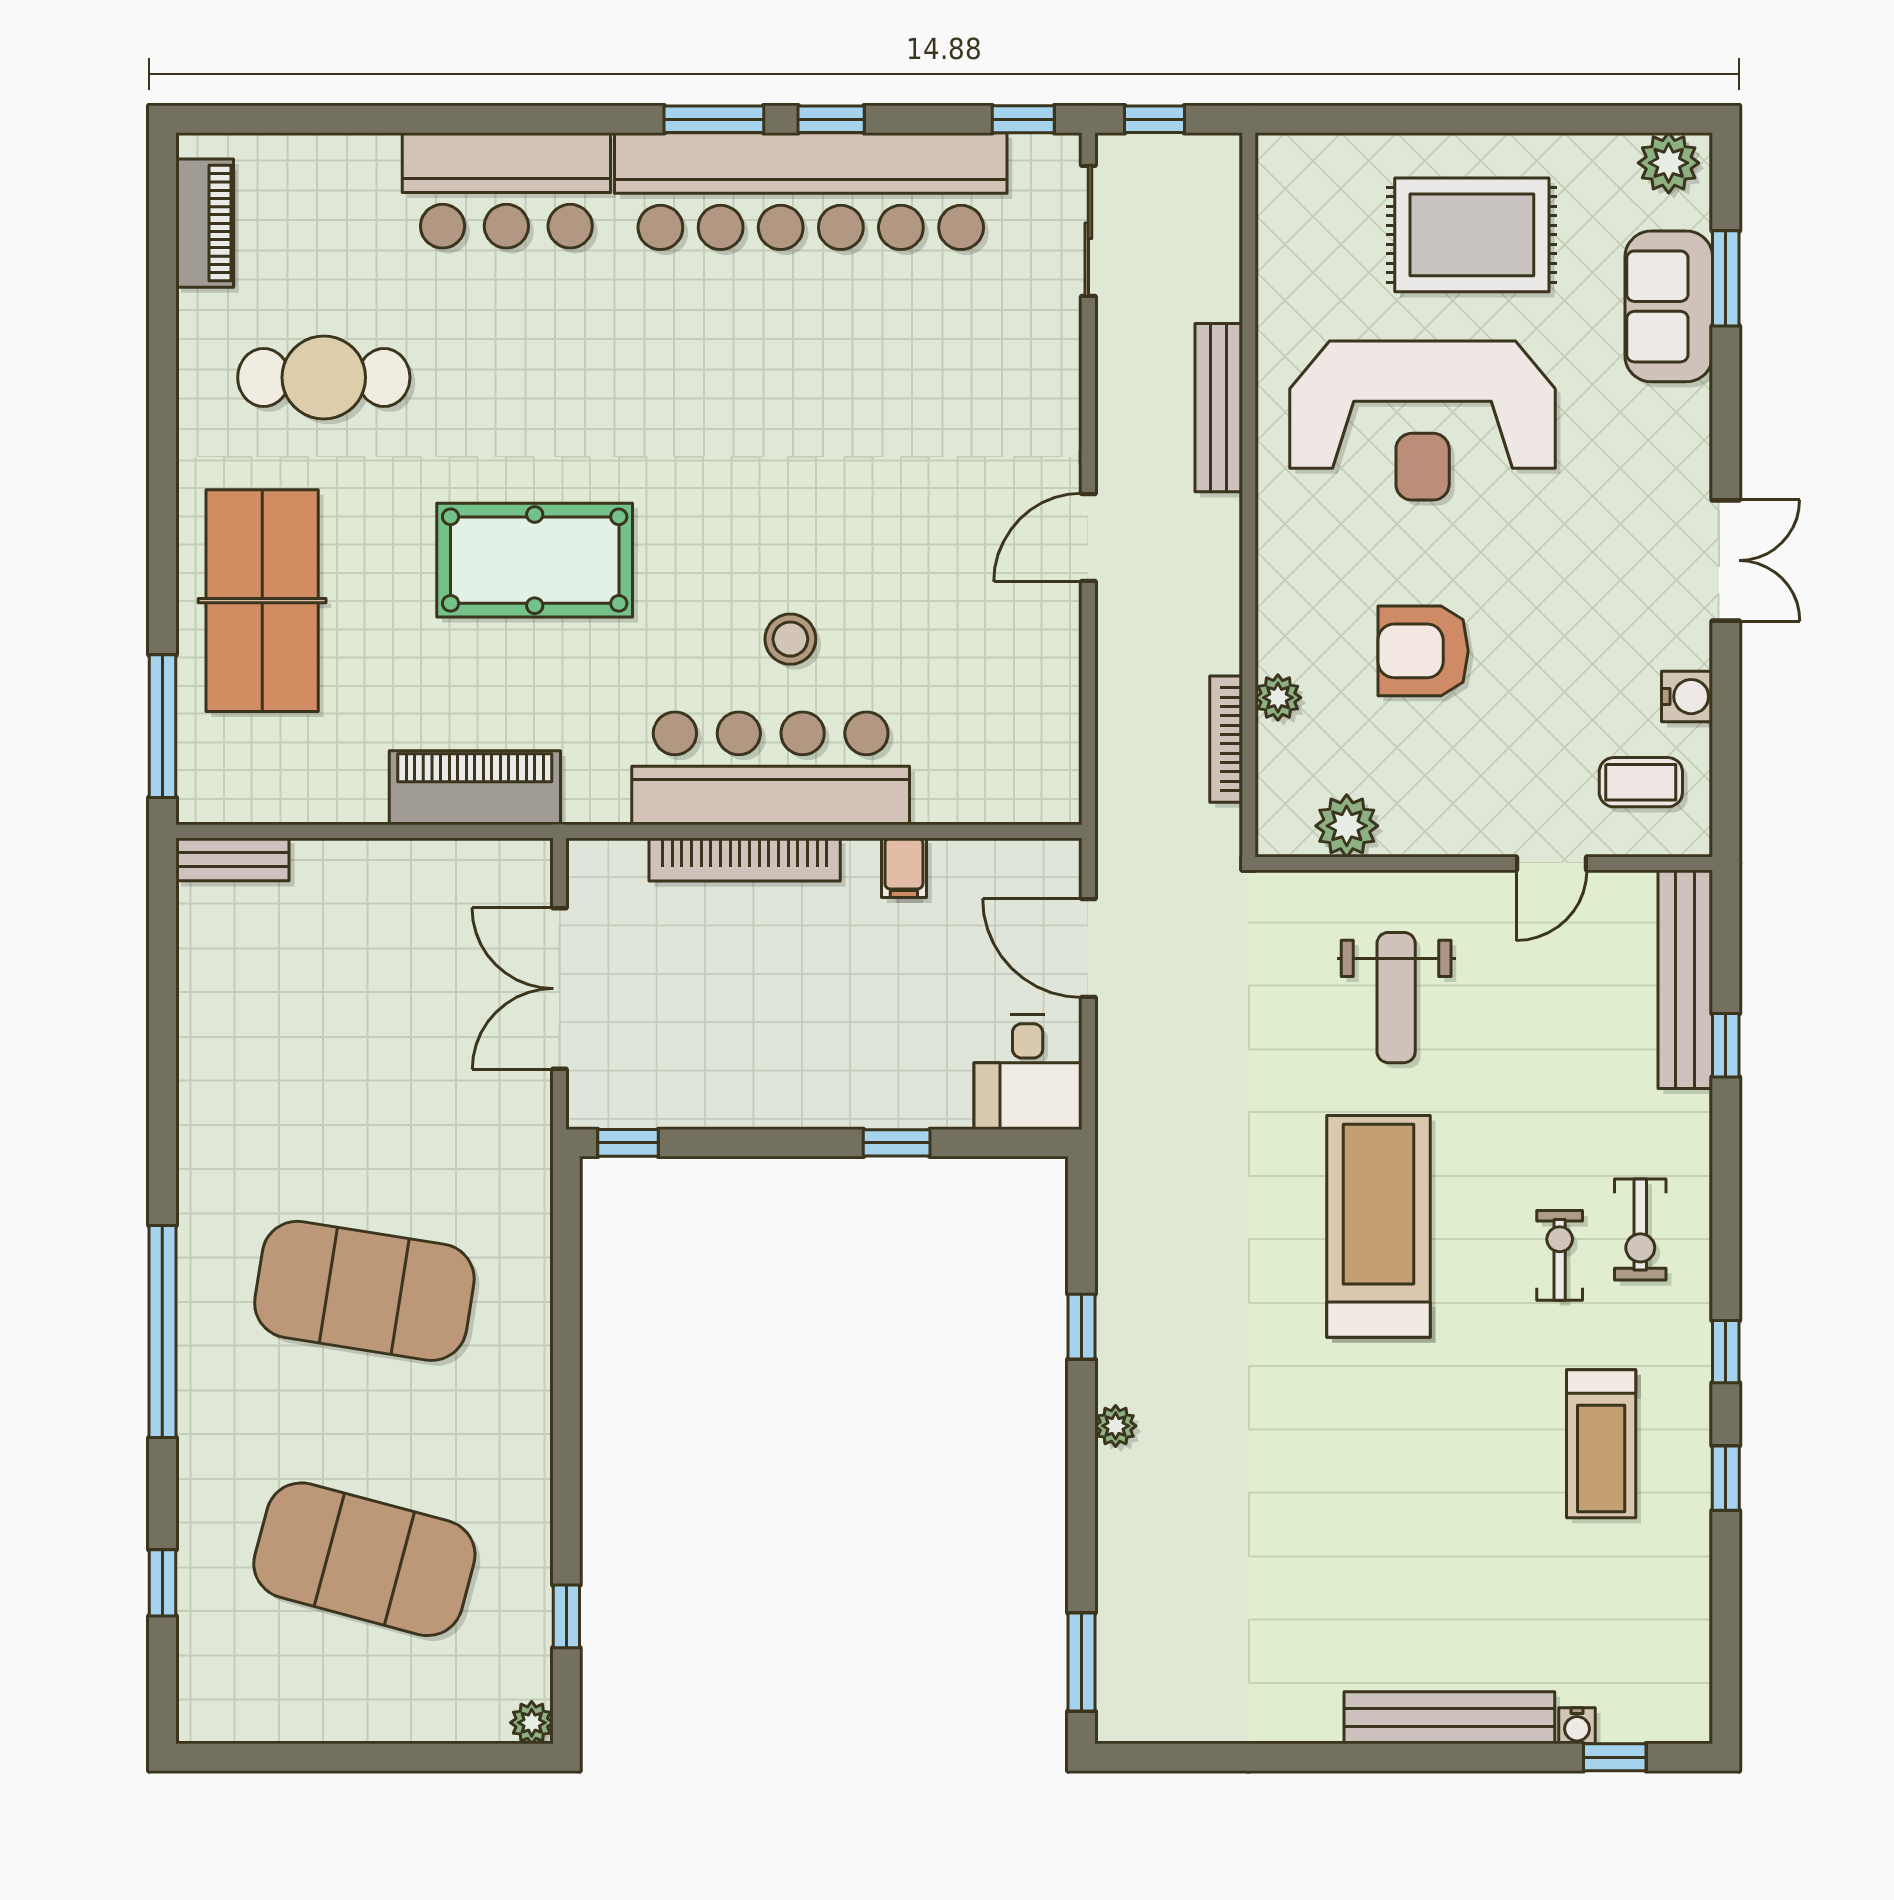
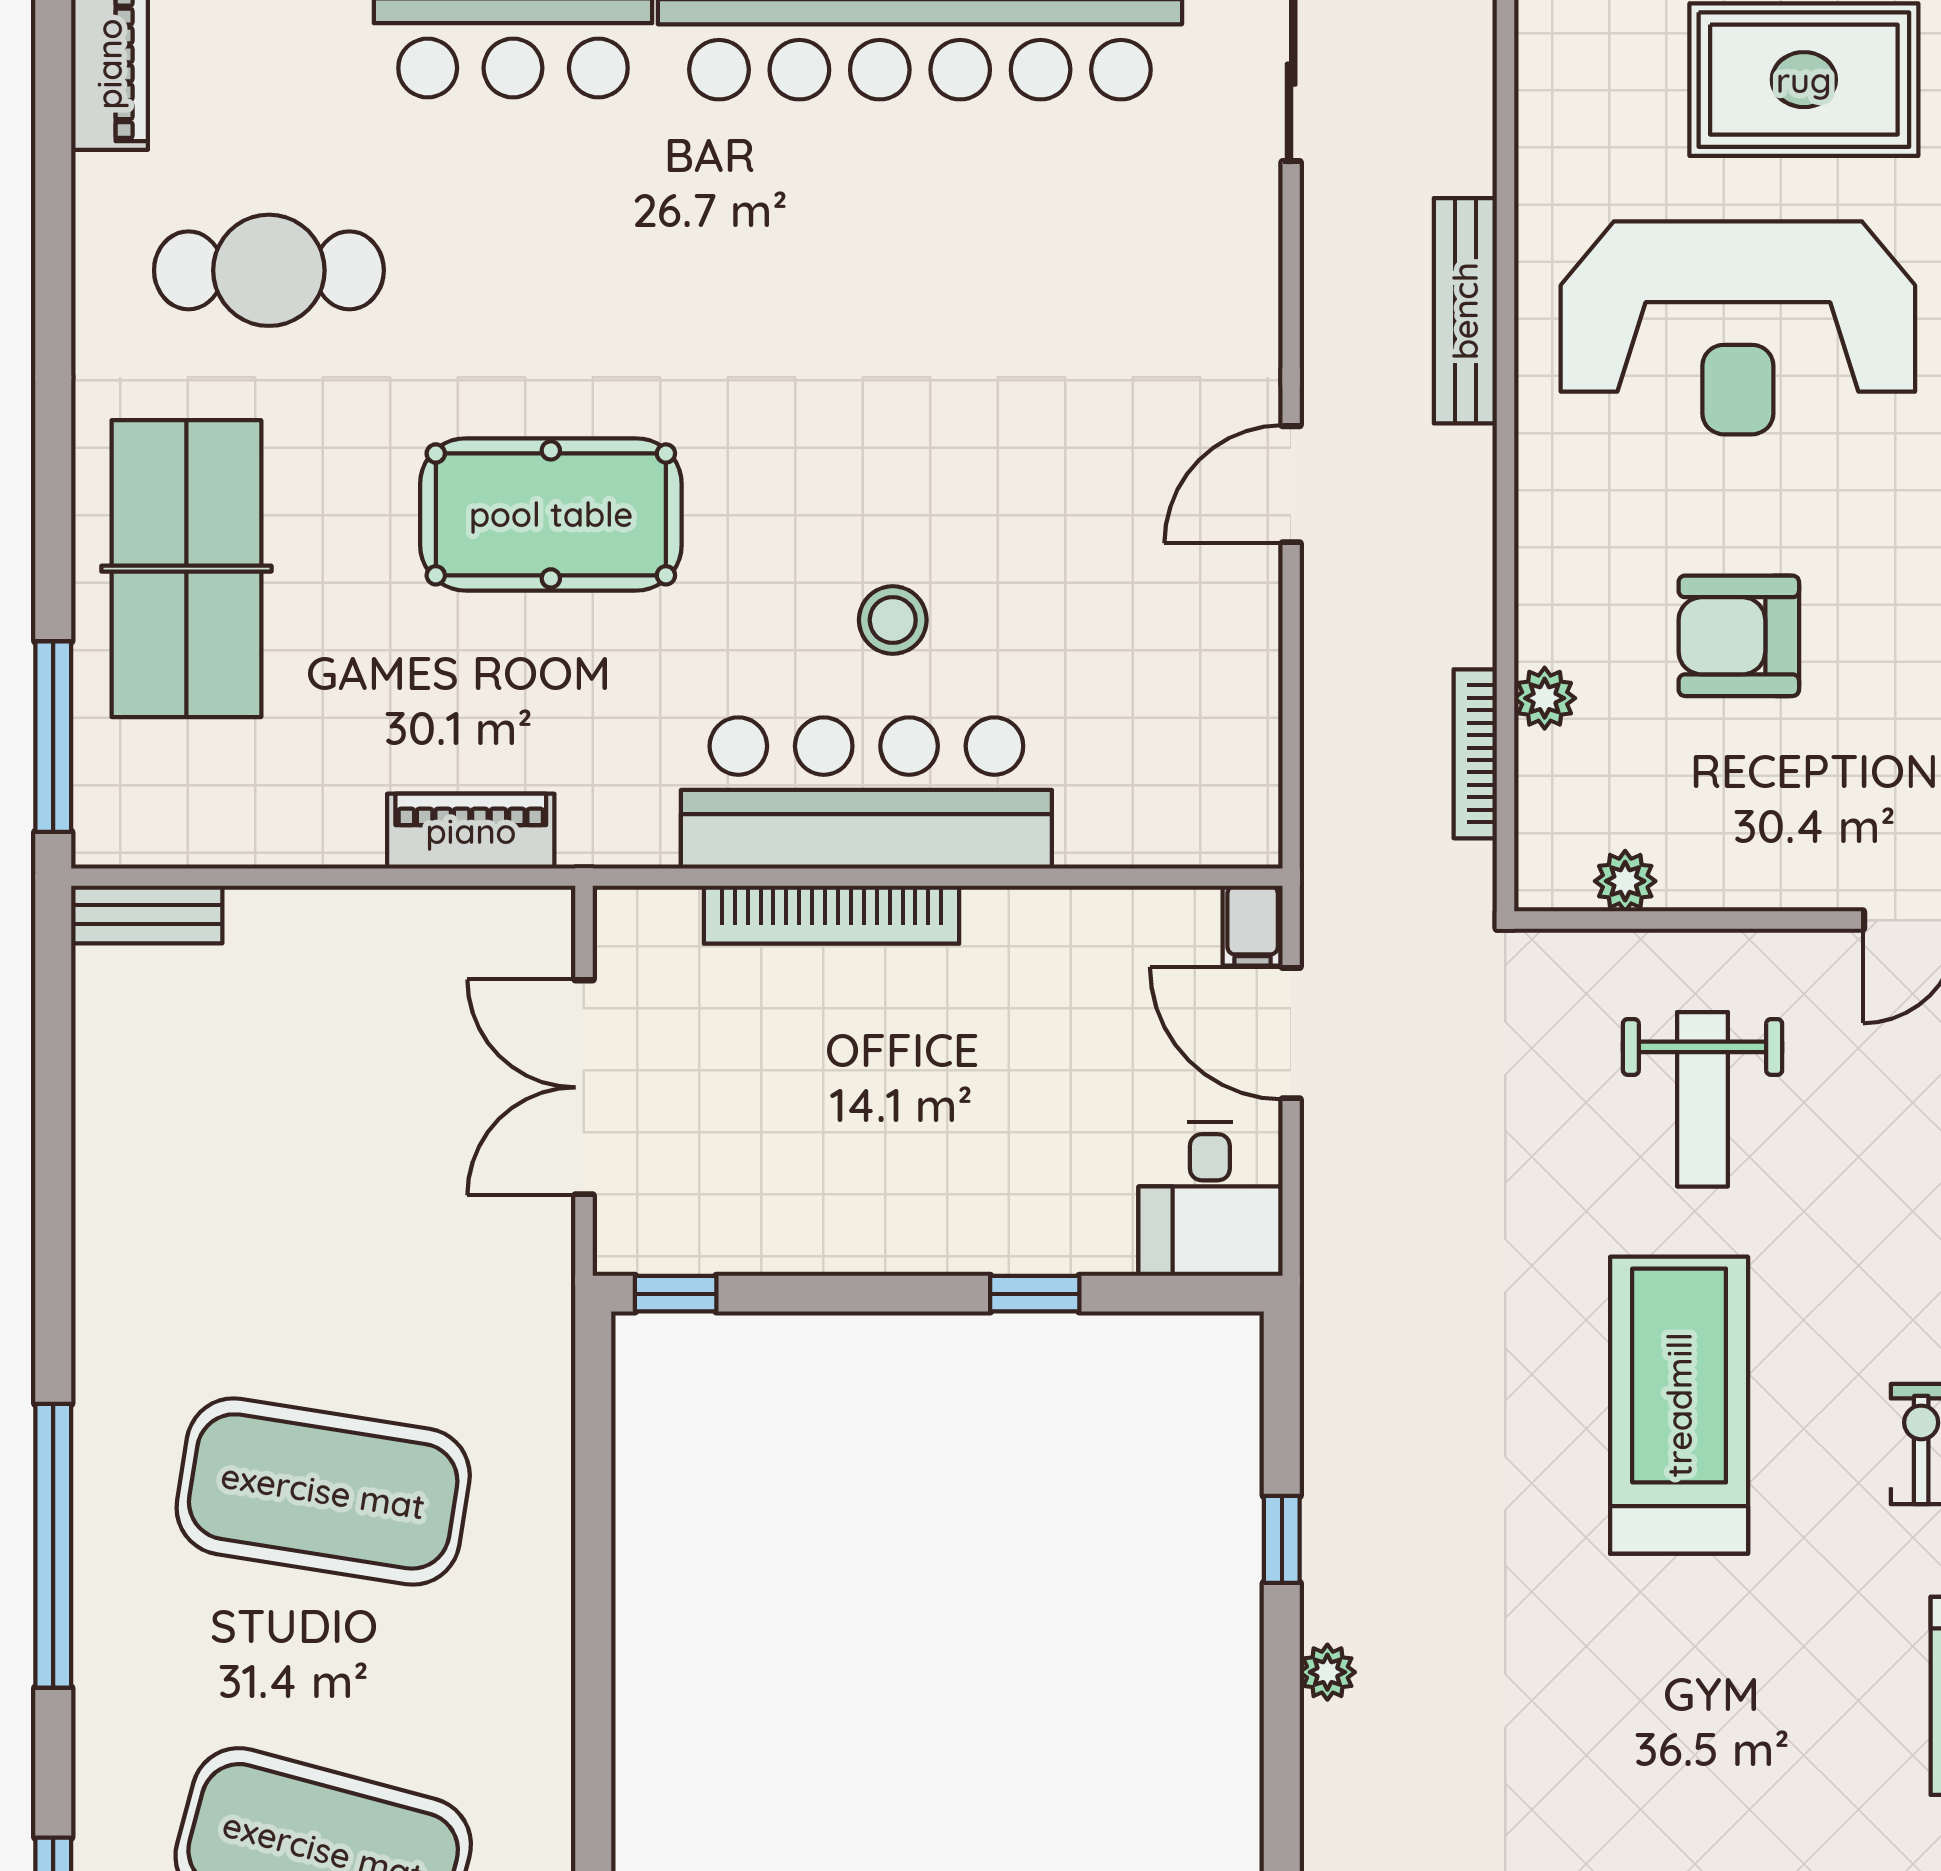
piano: (475, 788) -> (471, 831), width x0.73, depth x0.75
plant: (1347, 826) -> (1625, 881), width x0.73, depth x0.73
filing cabinet: (904, 868) -> (1253, 926), moved

